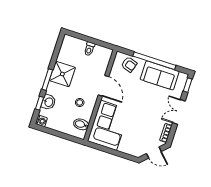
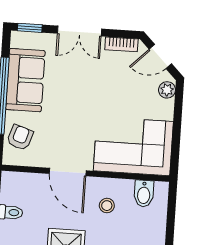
door: (103, 86) -> (68, 172), swing flipped
plant: (135, 152) -> (167, 90), added
door: (154, 153) -> (160, 56), swing flipped

